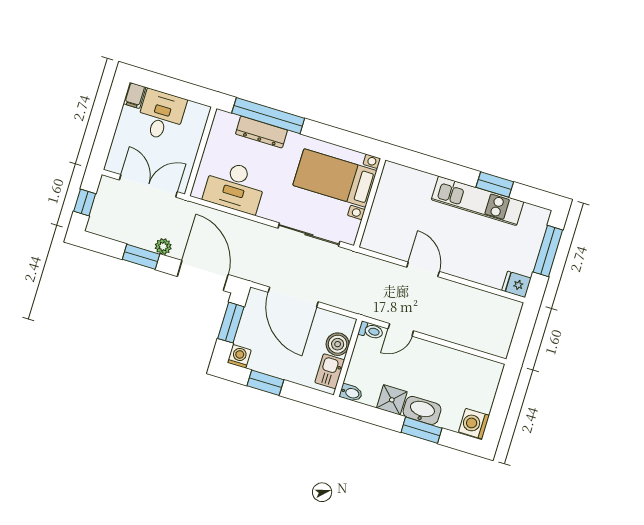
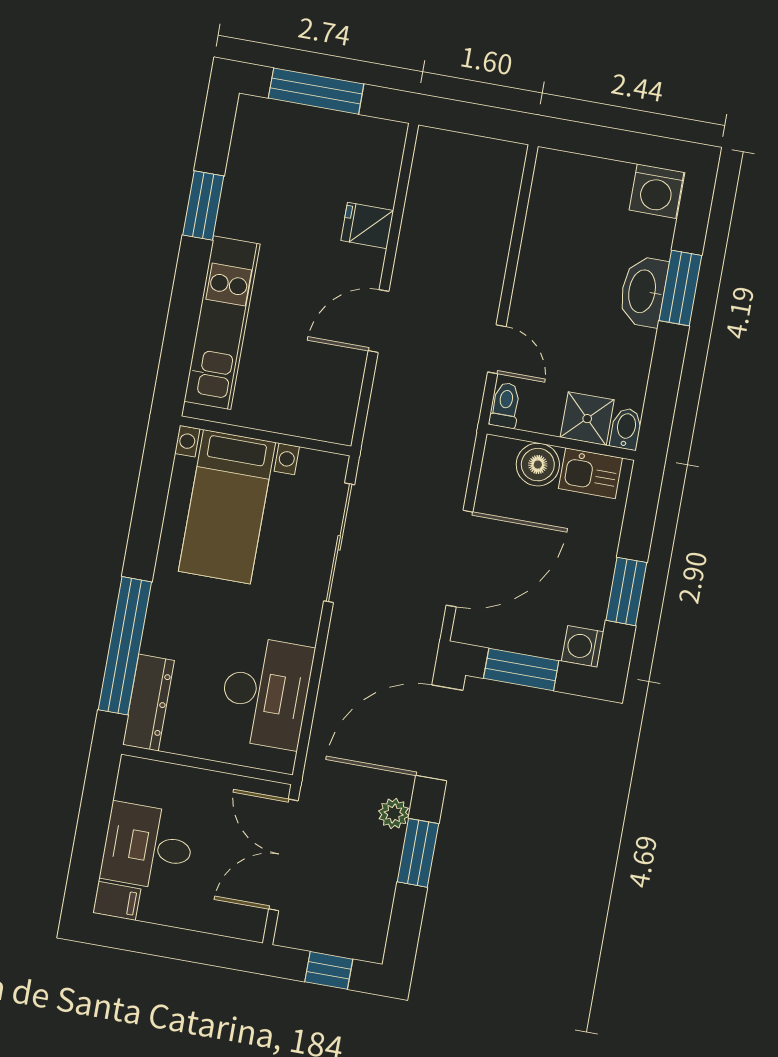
dresser: (261, 132) -> (149, 703), moved
kitchen unit: (477, 201) -> (222, 323), moved
fridge: (516, 284) -> (367, 225), moved, turned 90
shower: (392, 400) -> (587, 419), moved

